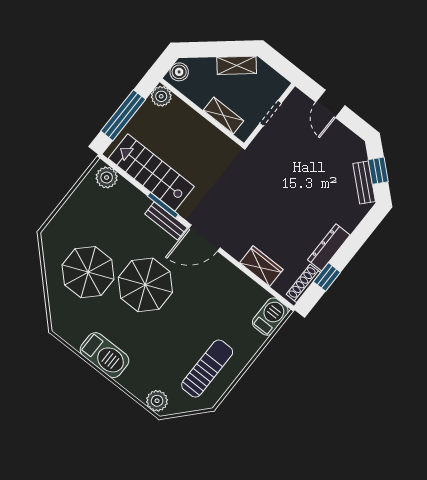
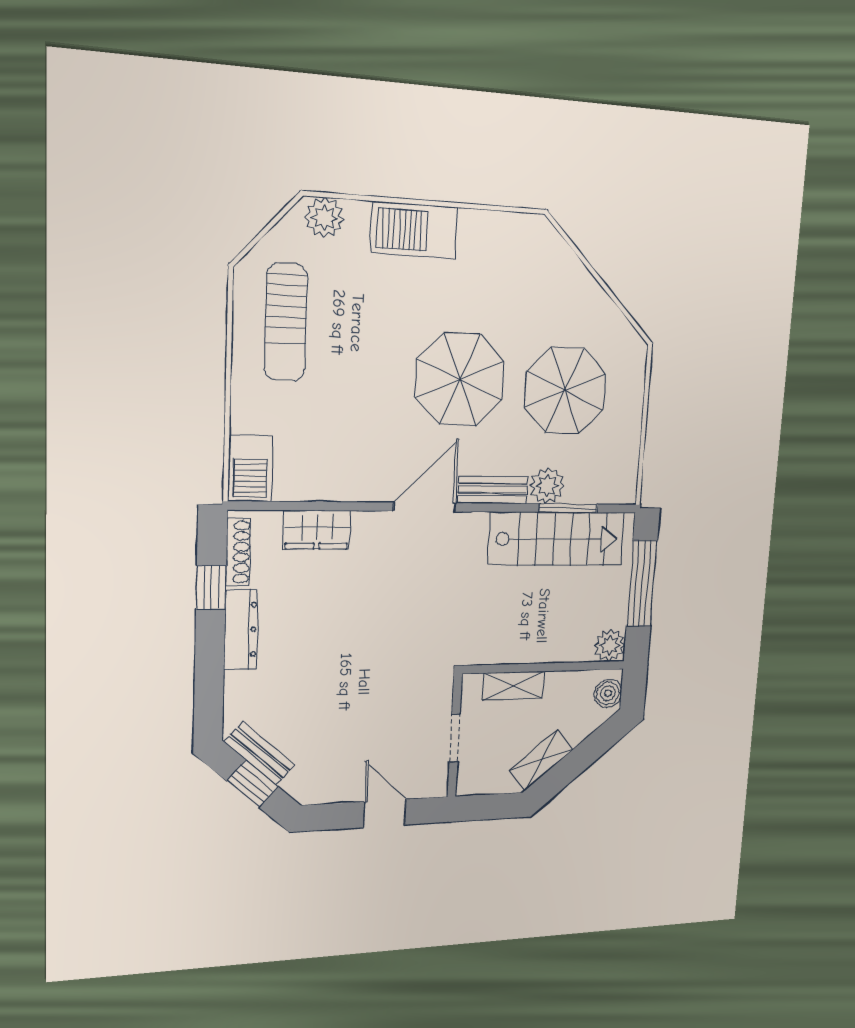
plant: (107, 177) -> (547, 486), moved
window: (163, 205) -> (568, 508), moved
parasol: (88, 272) -> (565, 391), moved
barbecue: (104, 355) -> (415, 230), moved

